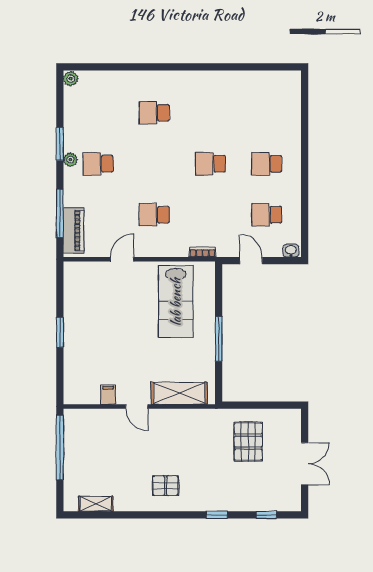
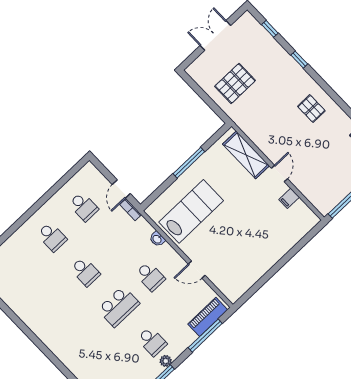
school desk: (154, 113) -> (119, 307), moved, width x1.85
washbasin: (291, 251) -> (157, 239), moved
bookcase: (202, 252) -> (131, 210), moved
window: (60, 332) -> (279, 265), removed

